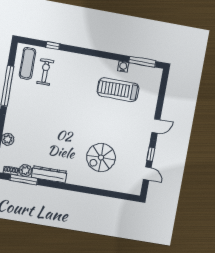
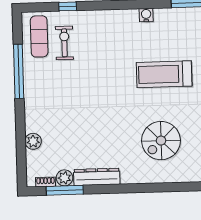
water cooler: (123, 67) -> (146, 15), moved
treadmill: (118, 90) -> (164, 74), moved

